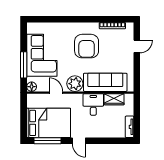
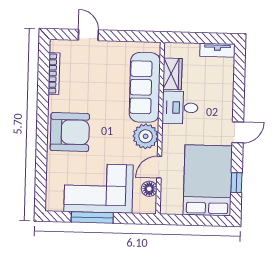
armchair: (87, 46) -> (70, 132), moved
window: (24, 65) -> (92, 217), moved
floor lamp: (32, 87) -> (149, 189), moved
window: (48, 141) -> (236, 183), width x0.46

